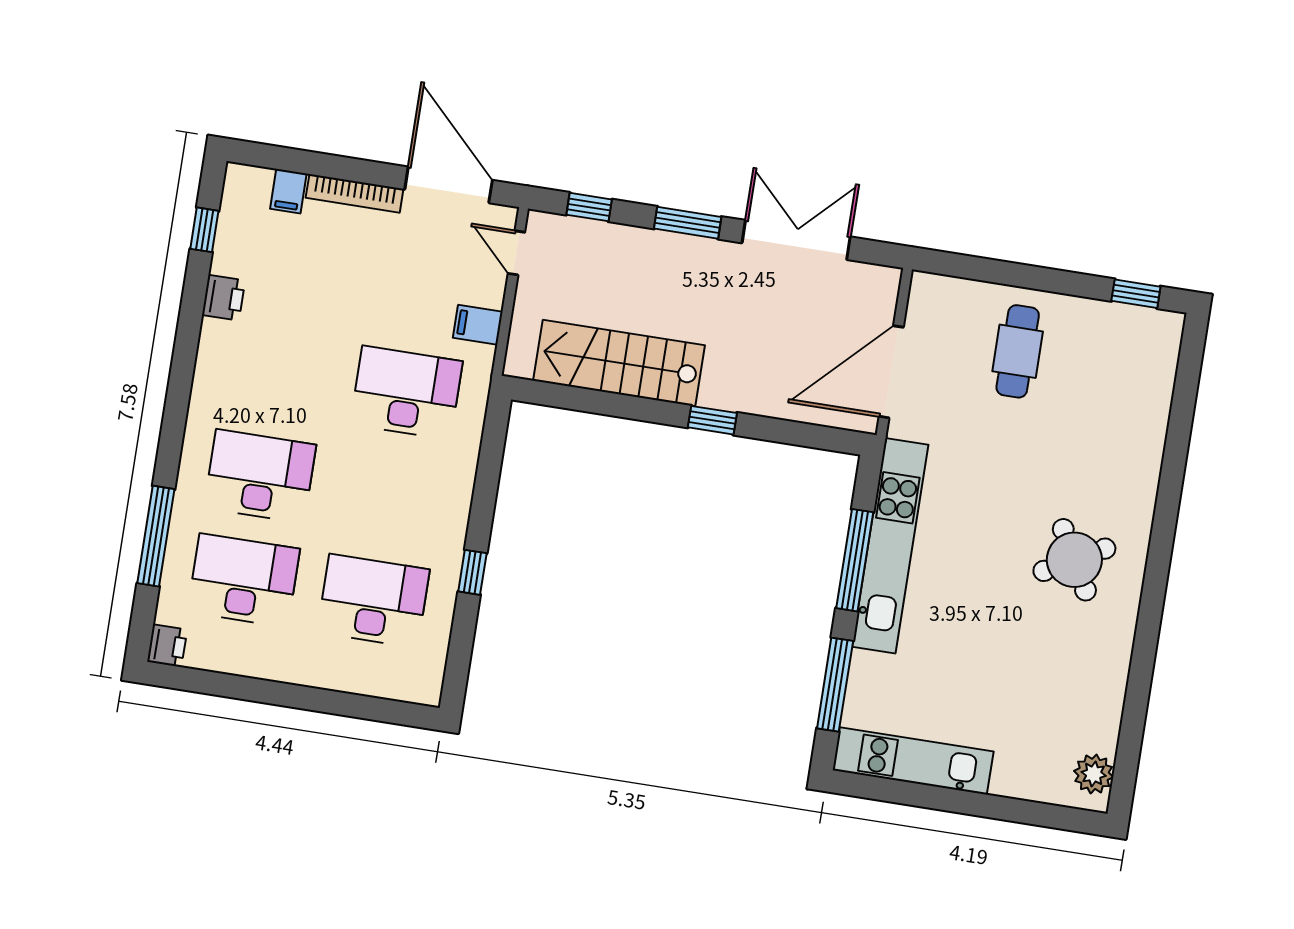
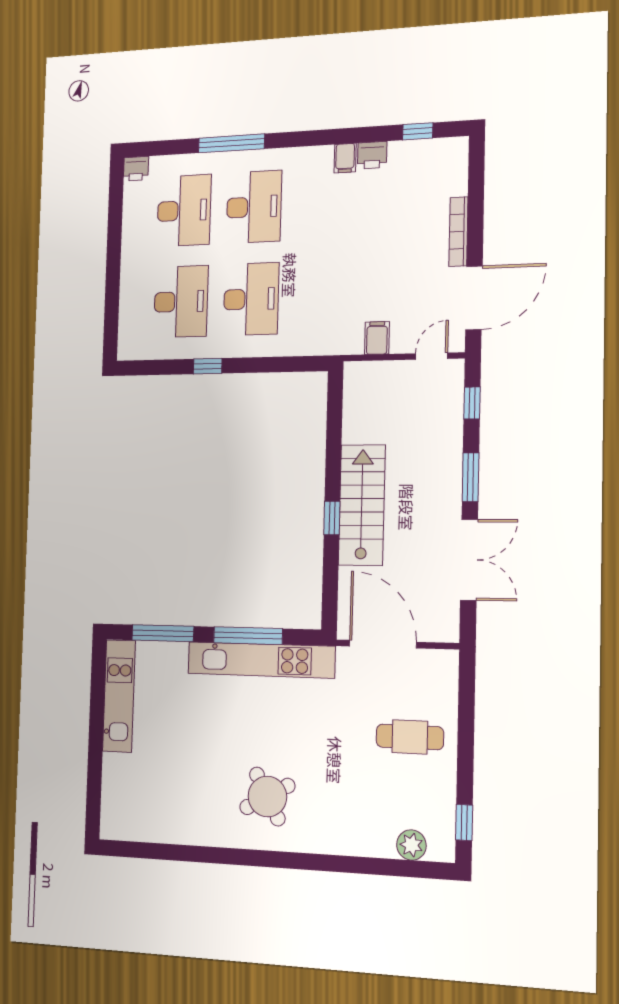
filing cabinet: (288, 191) -> (345, 158), moved, turned -90
stairs: (619, 363) -> (362, 505), moved
desk: (406, 393) -> (251, 299), moved
window: (156, 536) -> (231, 143), moved
plant: (1094, 774) -> (411, 845), moved

